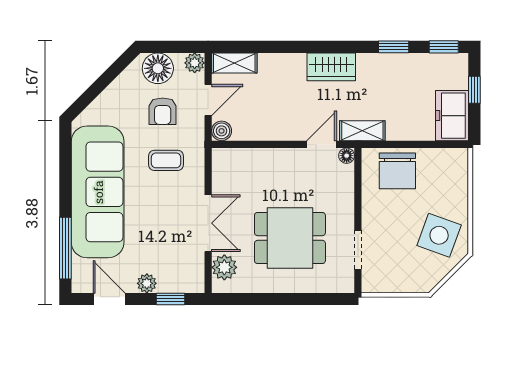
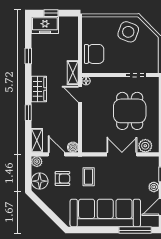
window: (444, 47) -> (28, 113), moved
freezer: (452, 116) -> (45, 25), moved

